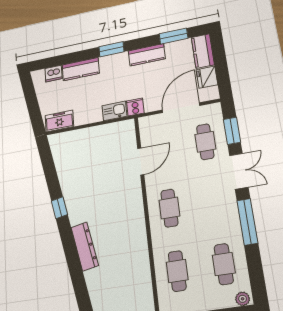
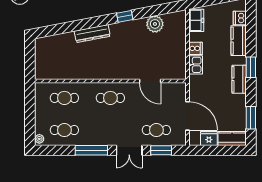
kitchen counter: (147, 55) -> (239, 79), moved
cooker: (135, 107) -> (196, 48), moved
plant: (67, 169) -> (155, 24), added

